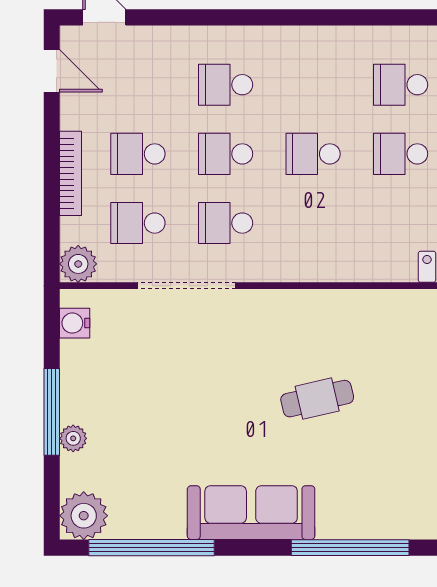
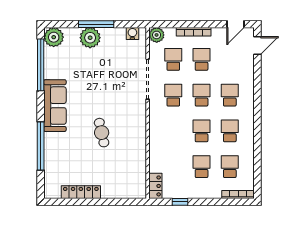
school desk: (313, 85) -> (230, 131), added
plant: (73, 438) -> (90, 38), width x1.88, depth x1.88

